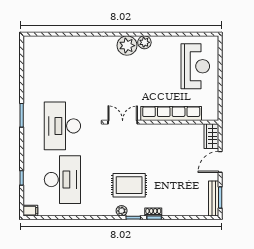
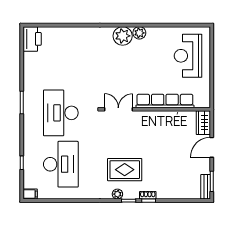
printer: (32, 49) -> (32, 39), added
reception desk: (195, 66) -> (188, 56), turned 180
bench: (214, 198) -> (206, 187), width x0.73

